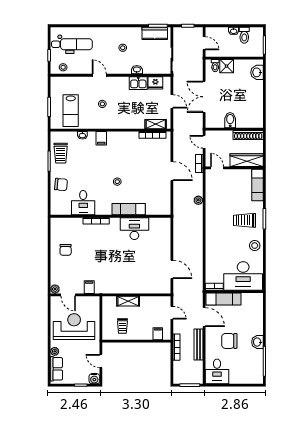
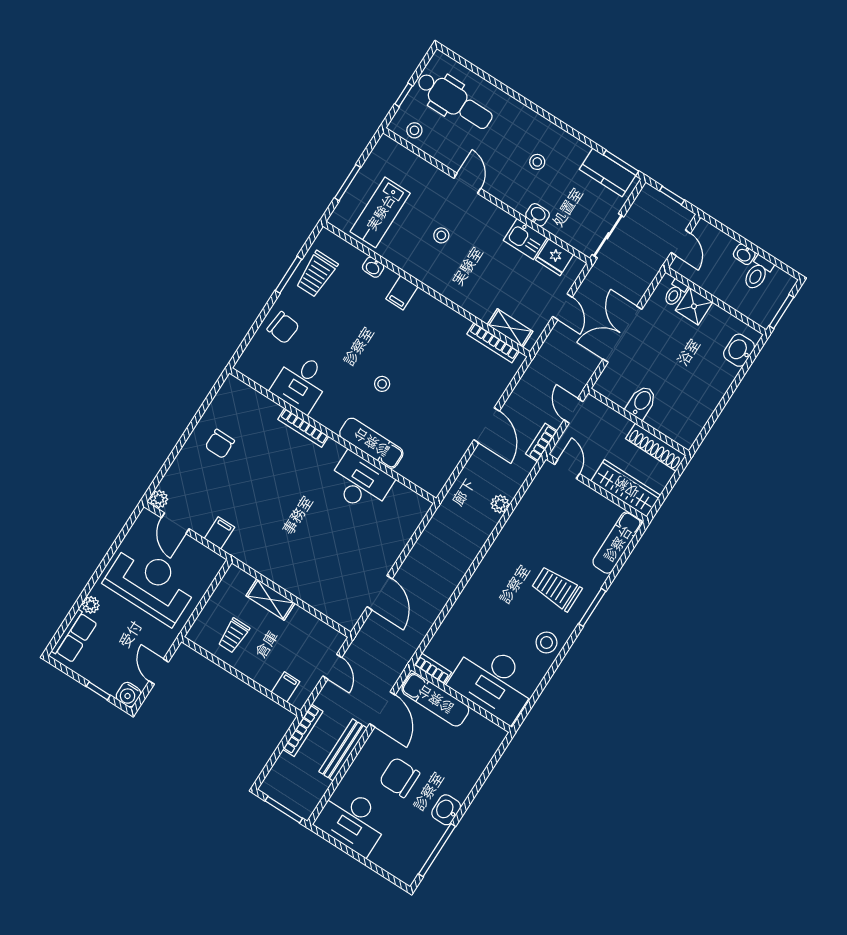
desk: (217, 371) -> (353, 821), width x1.37

